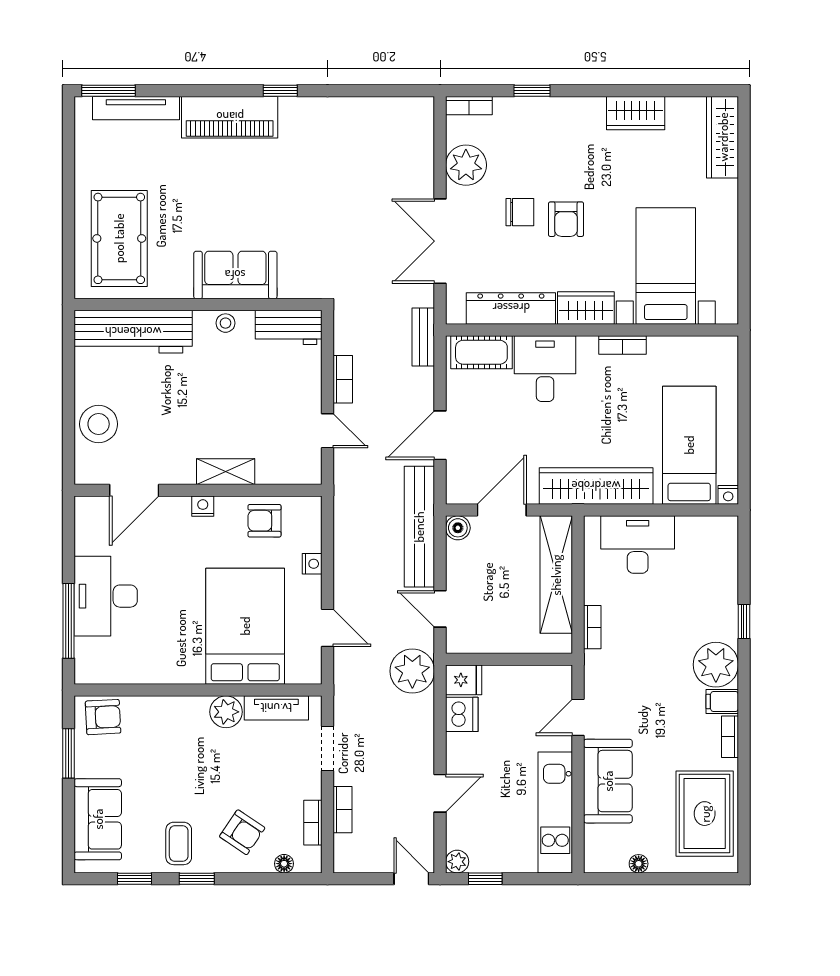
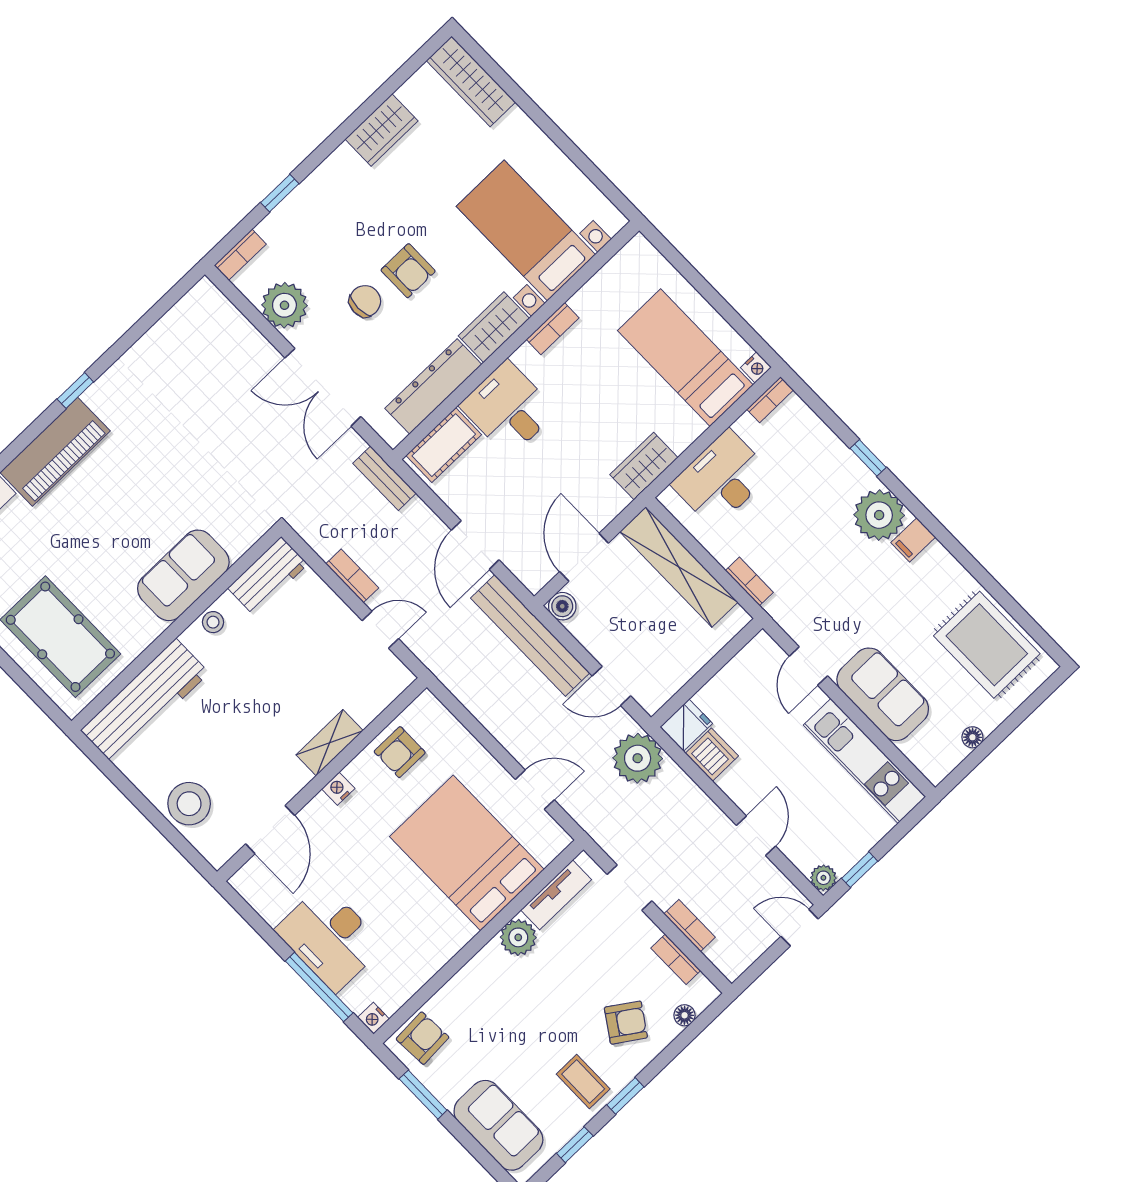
wardrobe: (596, 486) -> (644, 466), width x0.48, depth x0.85
nightstand: (312, 564) -> (373, 1018), moved, turned 180
bookcase: (730, 737) -> (770, 400), moved, turned -90

